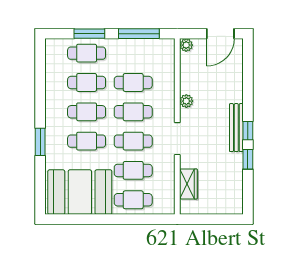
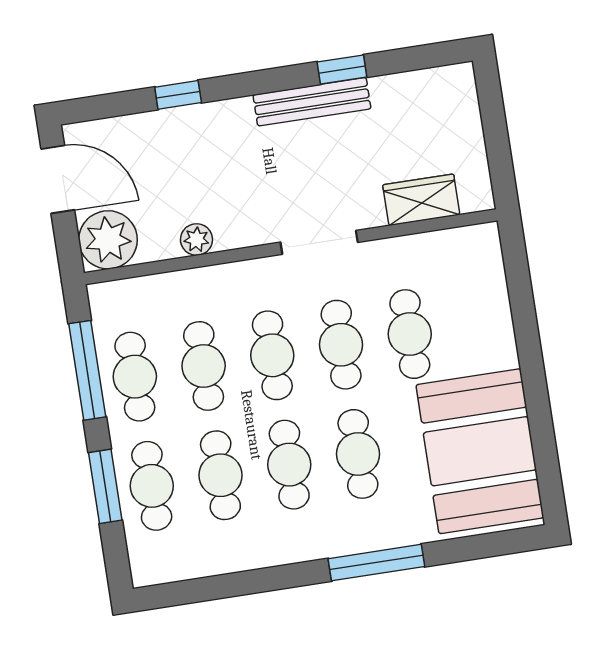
plant: (186, 45) -> (108, 240), width x1.88, depth x1.88
plant: (186, 101) -> (196, 239), moved
bench: (236, 128) -> (312, 102), moved
window: (248, 131) -> (178, 95), moved
window: (40, 142) -> (376, 563), width x1.44
cafe table: (133, 200) -> (135, 377), moved

